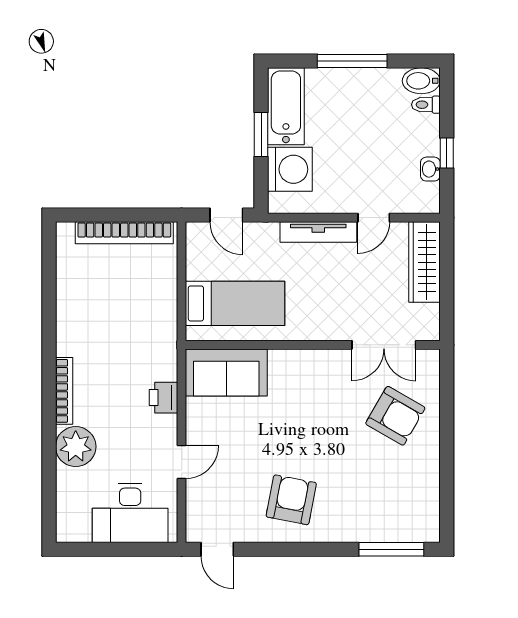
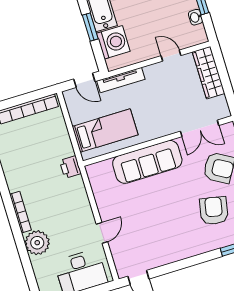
door: (374, 218) -> (171, 56), swing flipped
tv unit: (318, 232) -> (121, 80), moved
sofa: (226, 372) -> (147, 162), moved, width x1.36
printer: (163, 398) -> (70, 167), moved
armchair: (291, 500) -> (214, 211), moved

